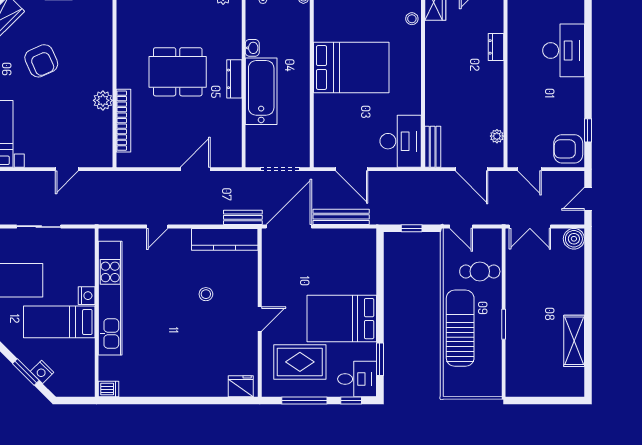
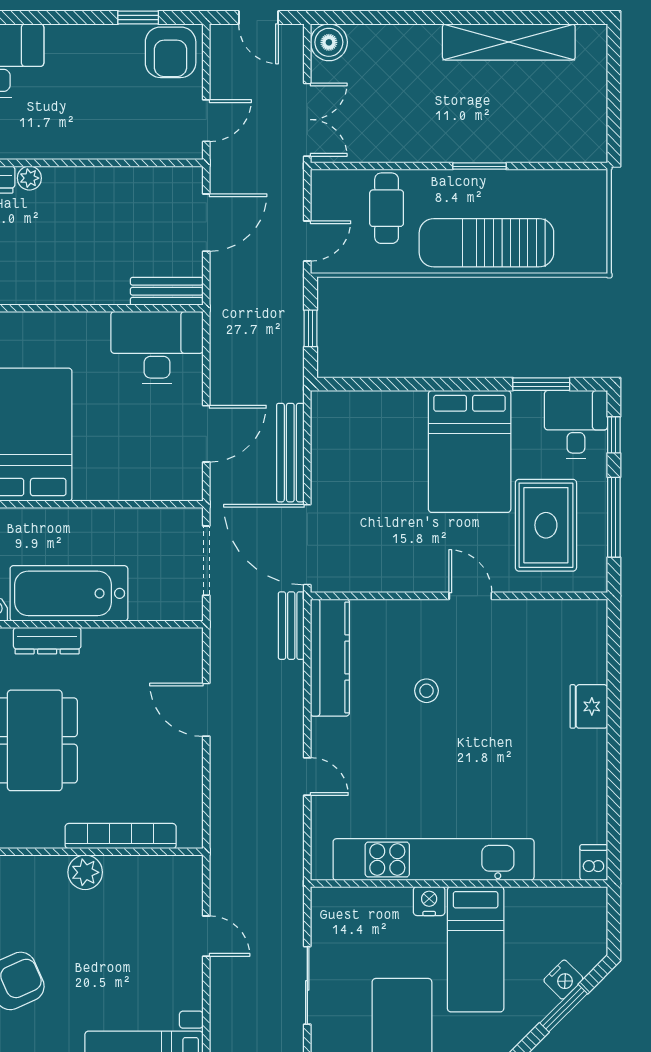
plant: (497, 136) -> (29, 178), moved
shelving: (574, 341) -> (509, 42), width x1.47
fridge: (241, 386) -> (589, 706), moved

